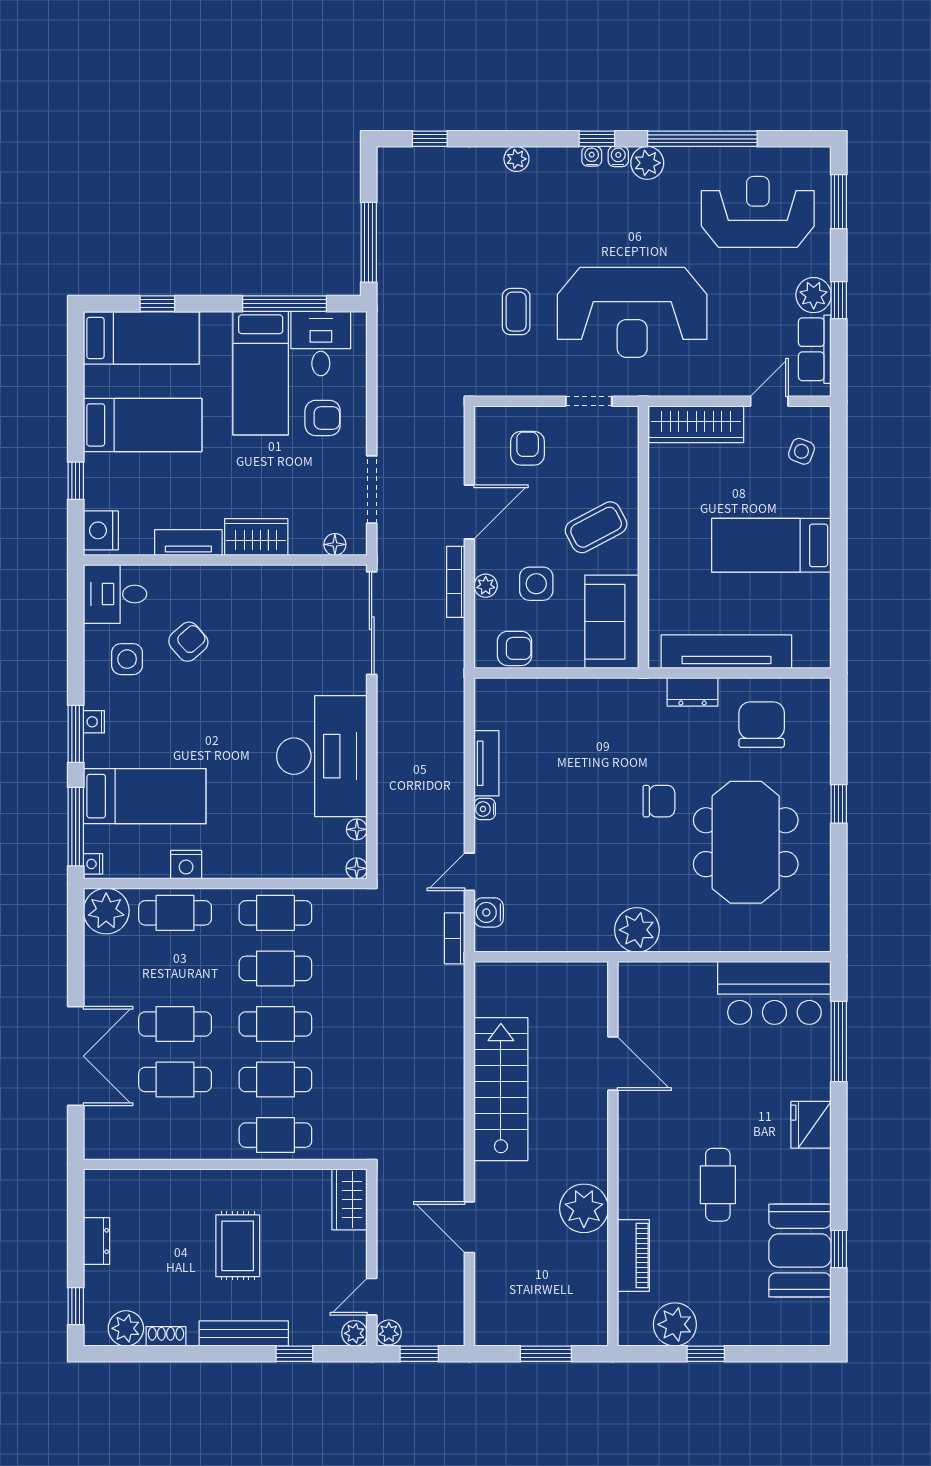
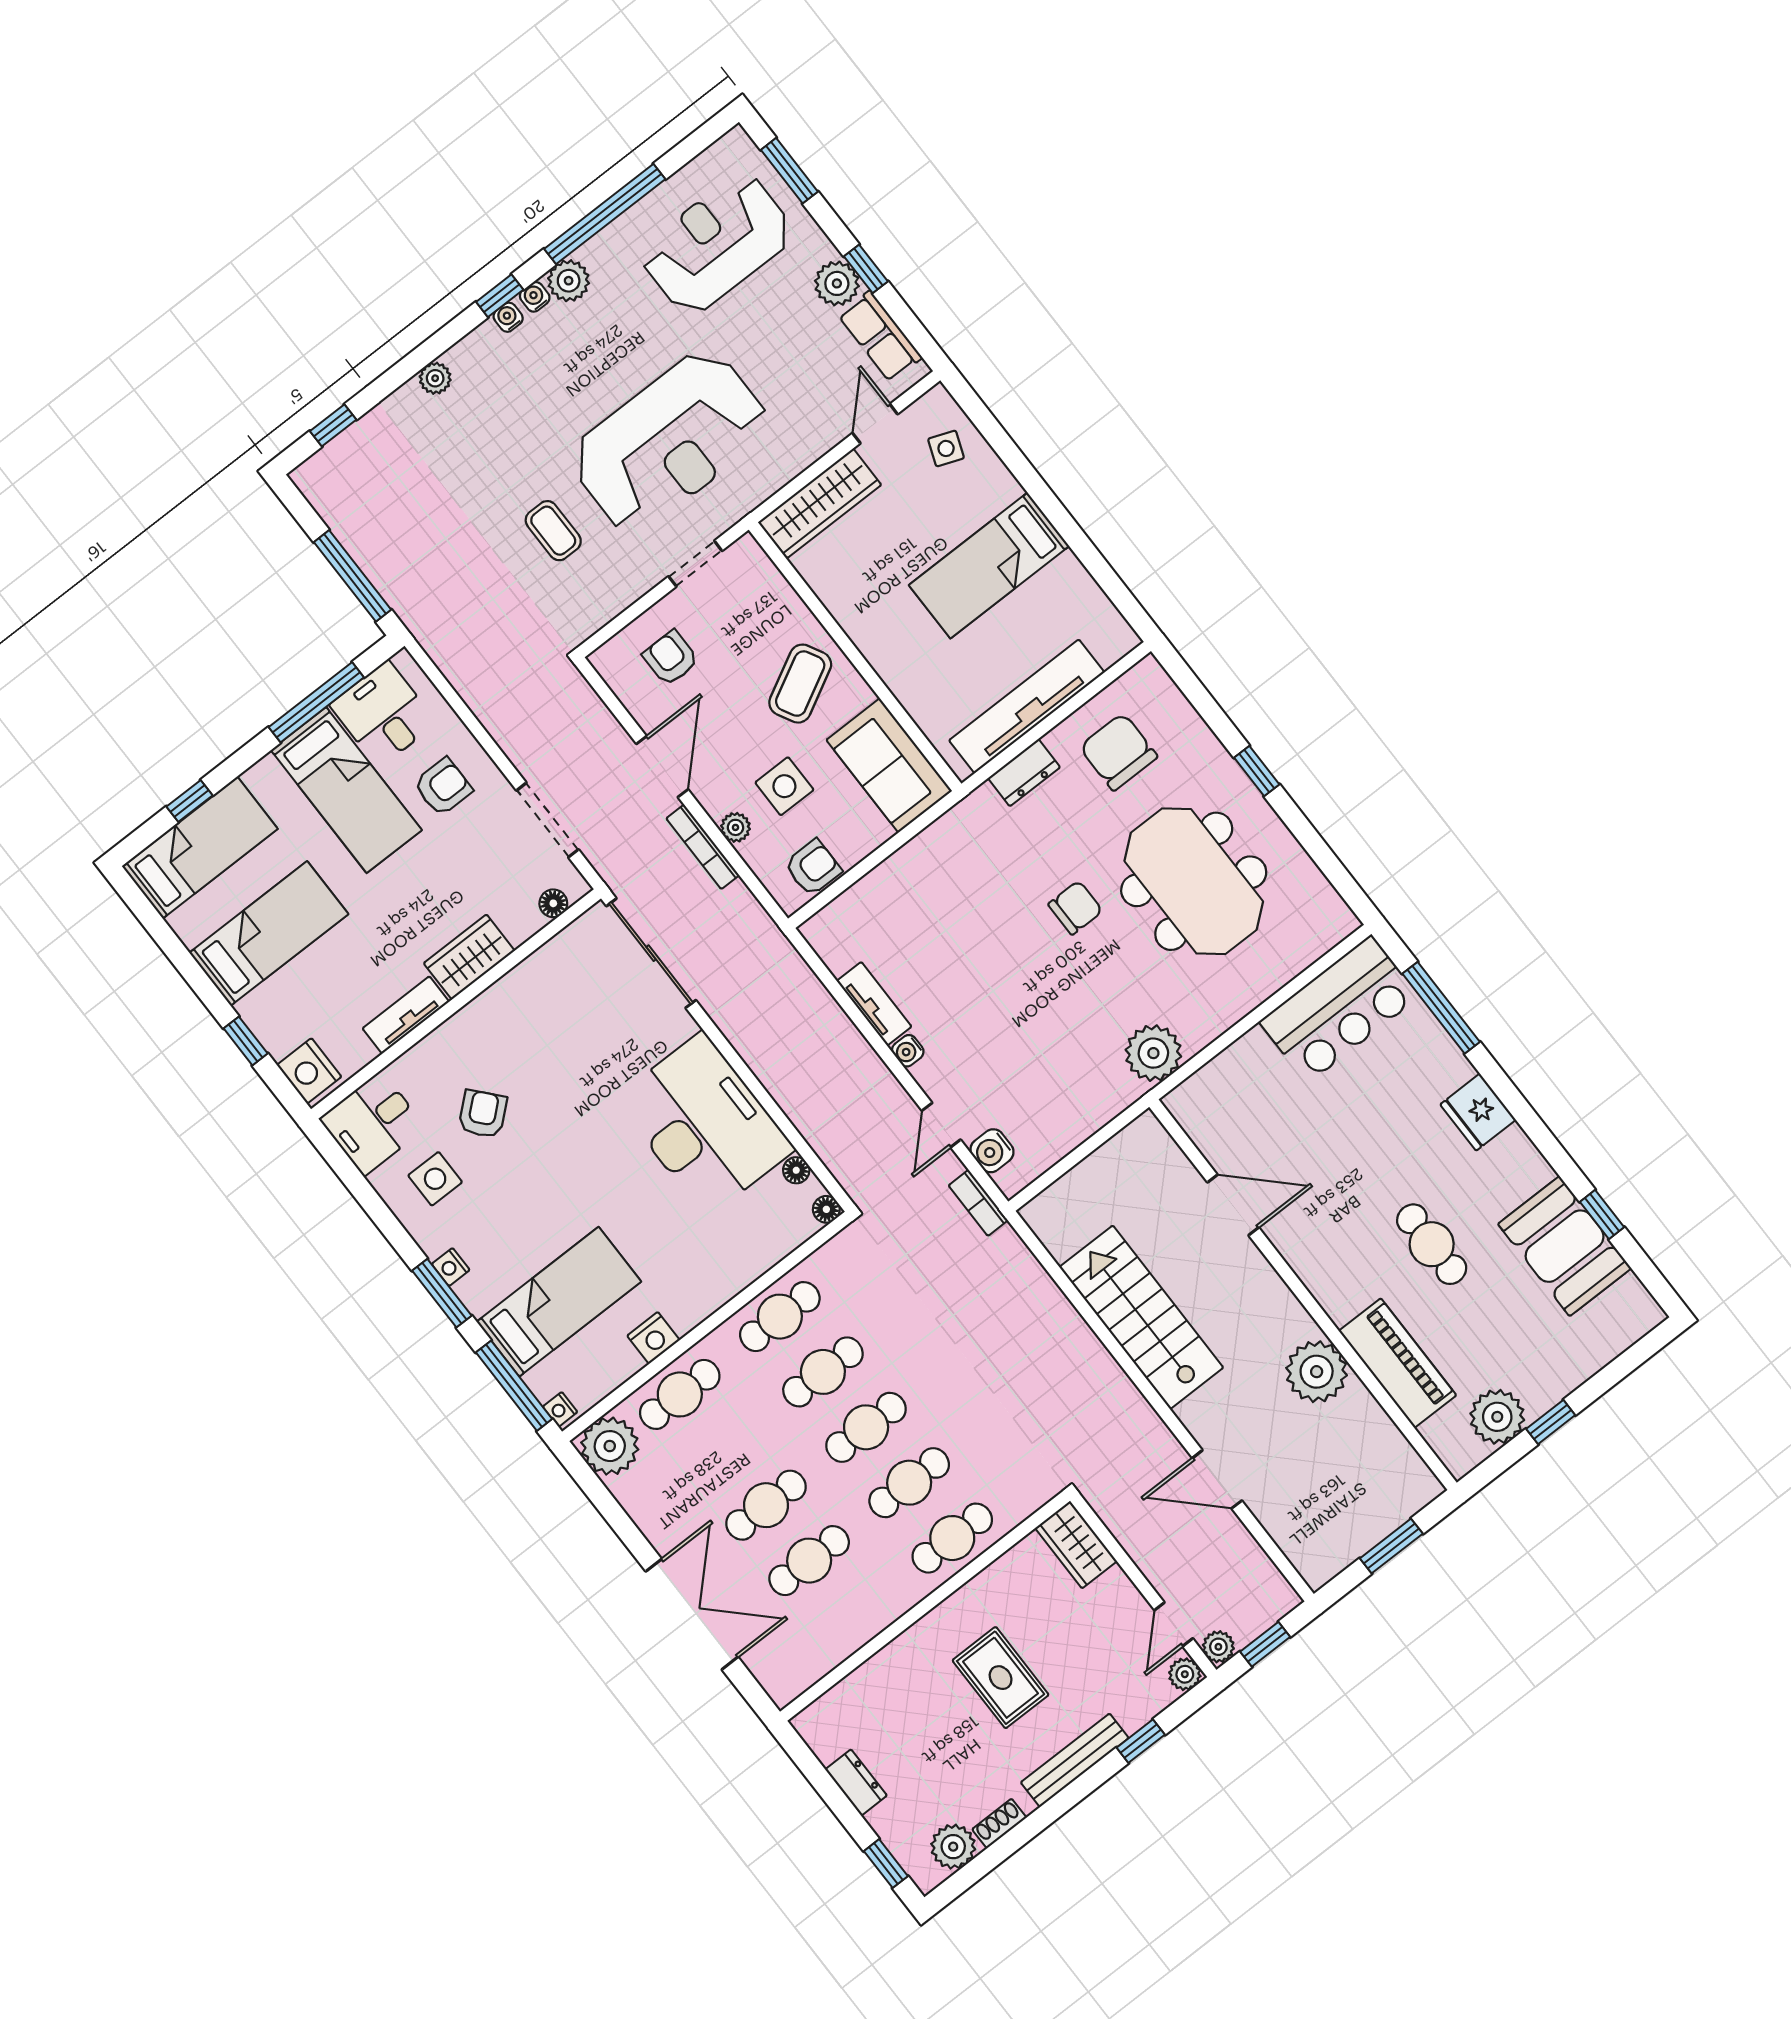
piano: (633, 1256) -> (1398, 1363), width x1.37, depth x1.33

